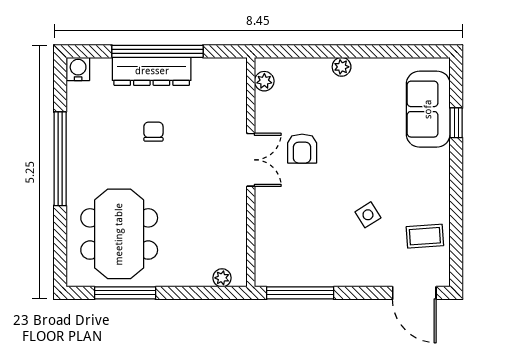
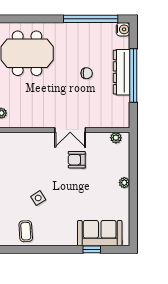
window: (60, 159) -> (91, 19), moved

